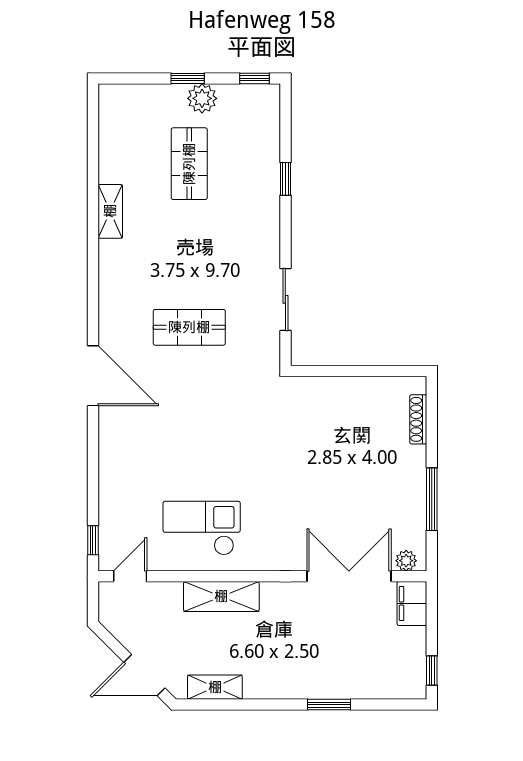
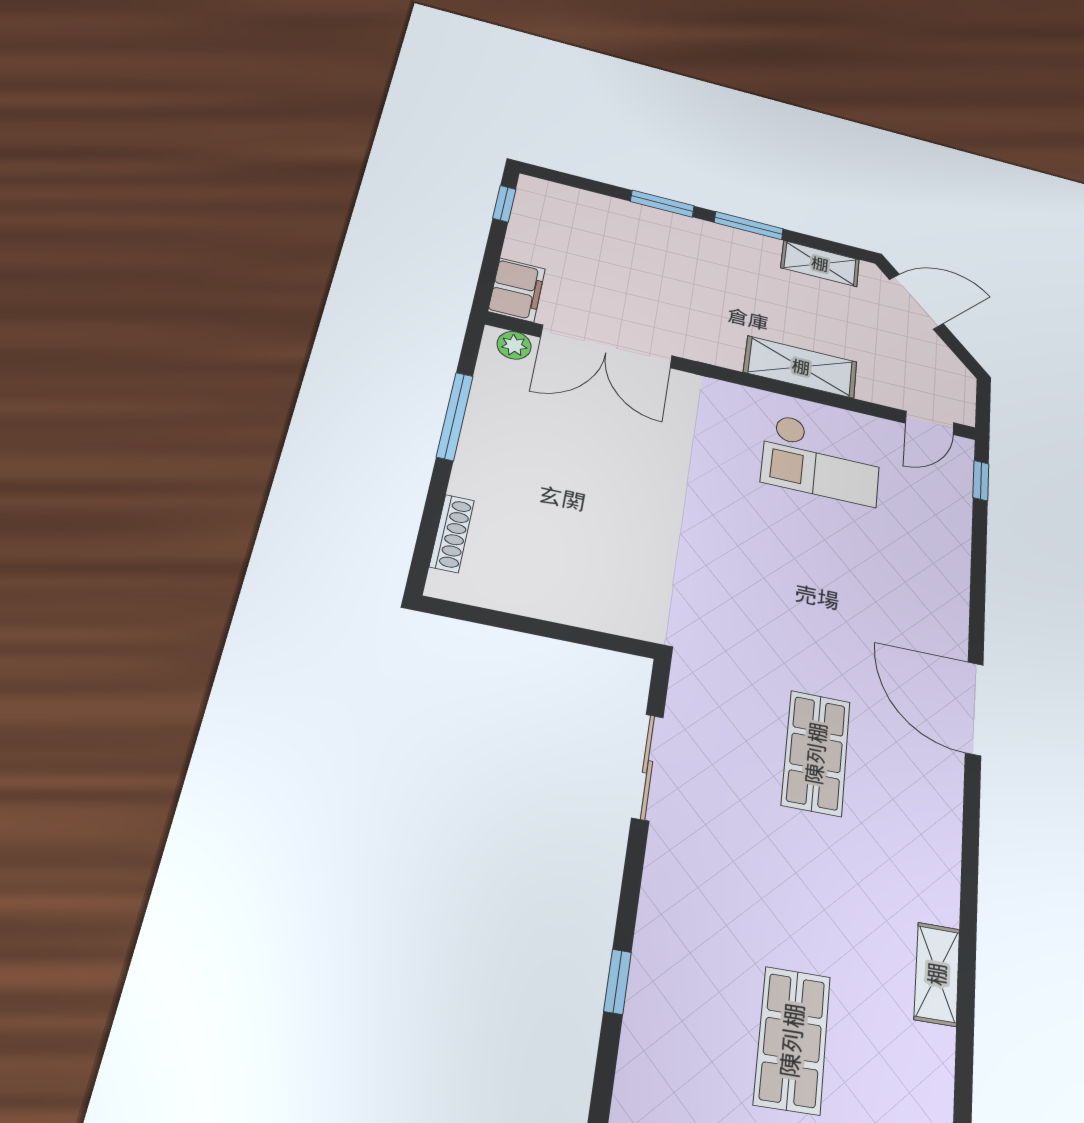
shop shelf: (189, 327) -> (816, 753), turned 90
window: (268, 705) -> (749, 226), added

